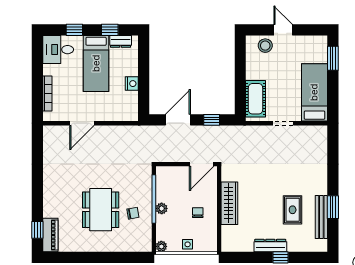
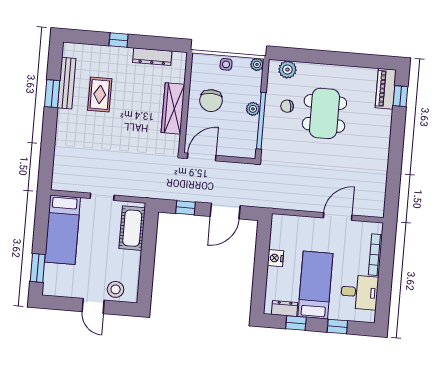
desk: (58, 50) -> (360, 292), moved
chair: (198, 213) -> (211, 101), width x1.87, depth x1.87
plant: (135, 244) -> (287, 70), added
dresser: (270, 246) -> (152, 57), moved

